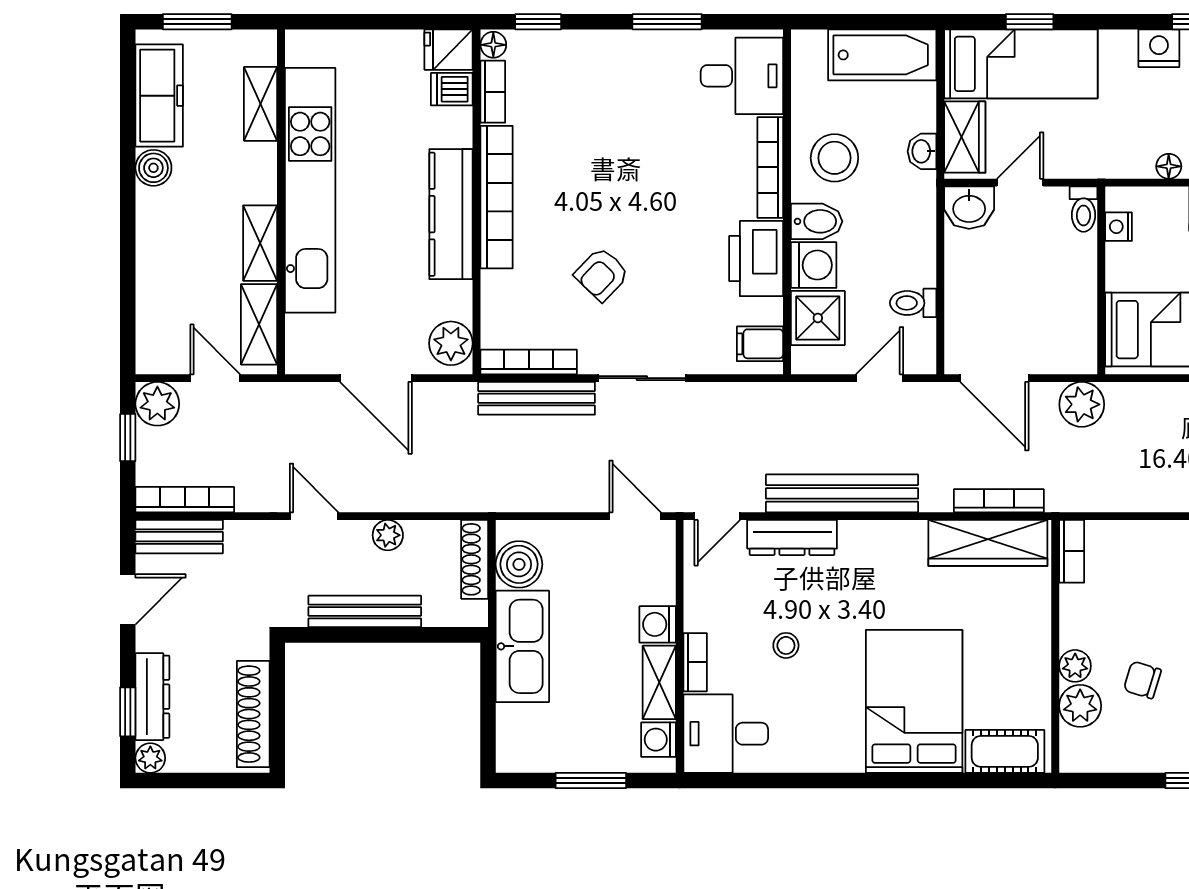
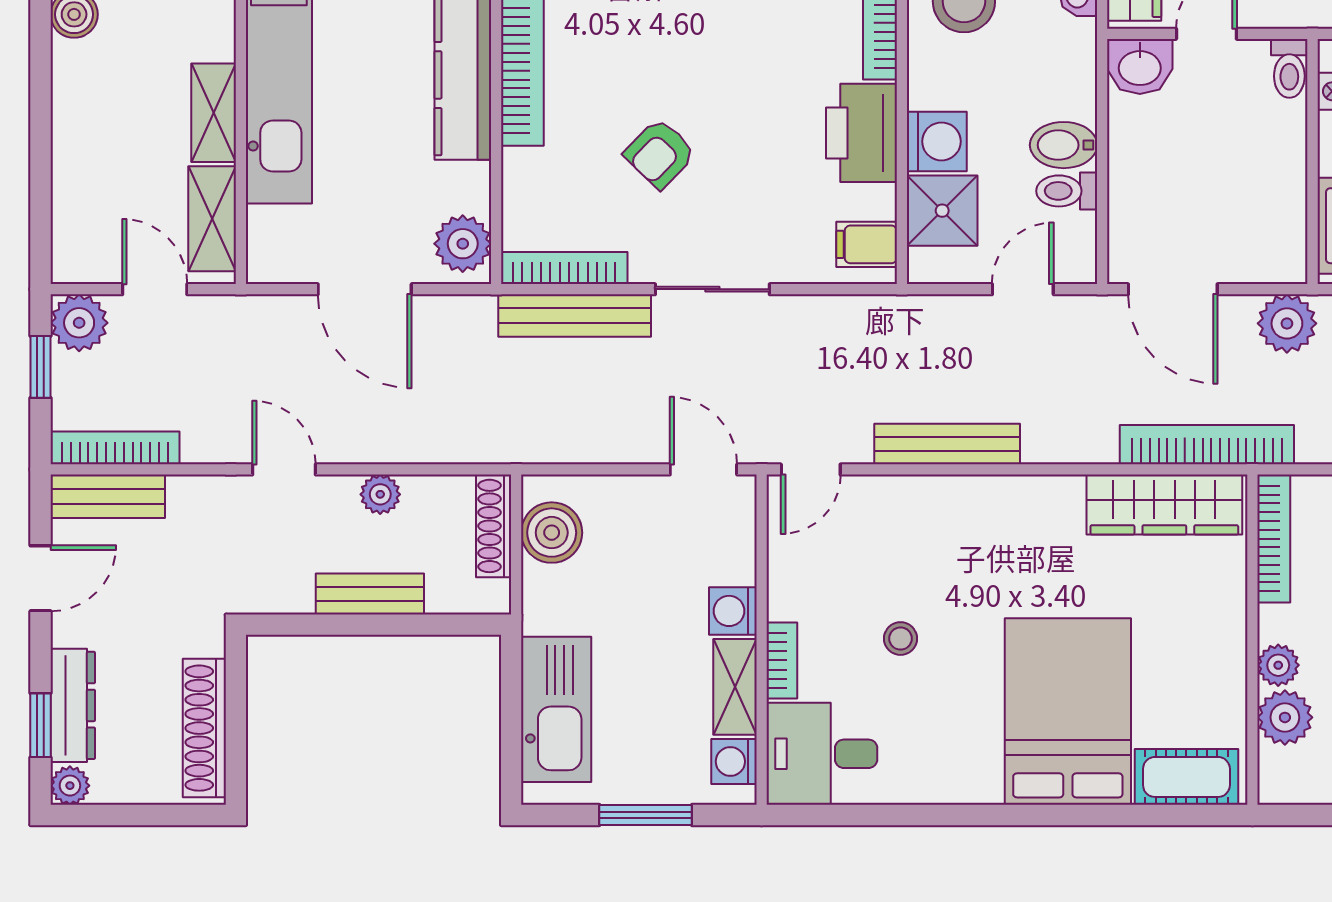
bidet: (817, 221) -> (1064, 145), moved, turned 180
bench: (842, 493) -> (947, 444), width x0.73, depth x0.82
bookcase: (999, 501) -> (1207, 445), width x1.48, depth x1.31
dresser: (792, 537) -> (908, 497), removed
bookcase: (1072, 551) -> (1274, 539), width x1.56
bench: (365, 611) -> (370, 594), width x0.73
kitchen sink: (522, 646) -> (556, 709), moved

